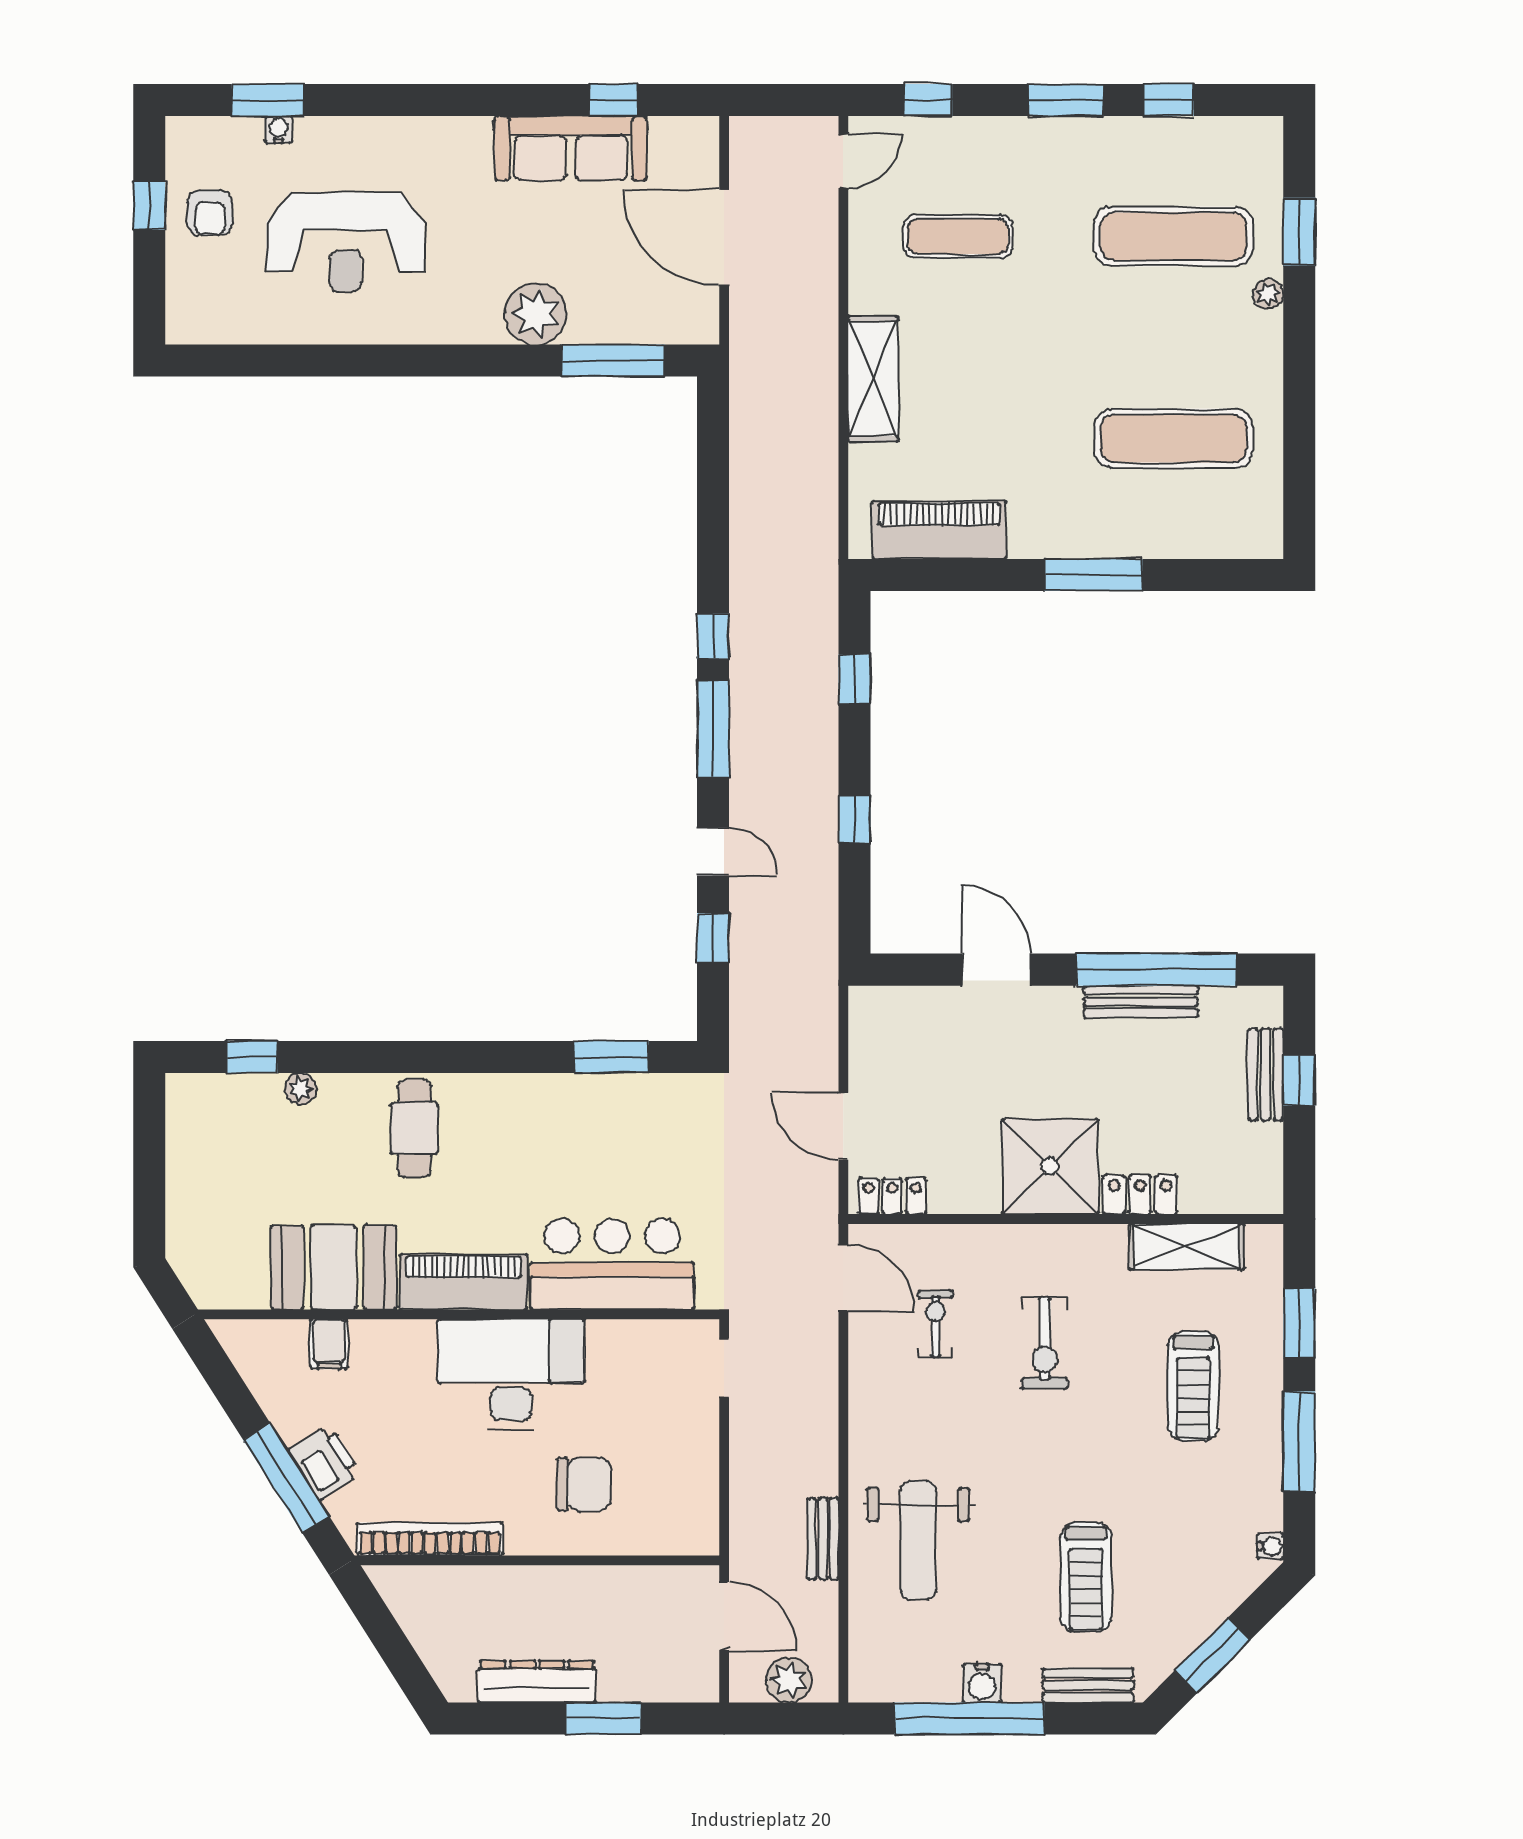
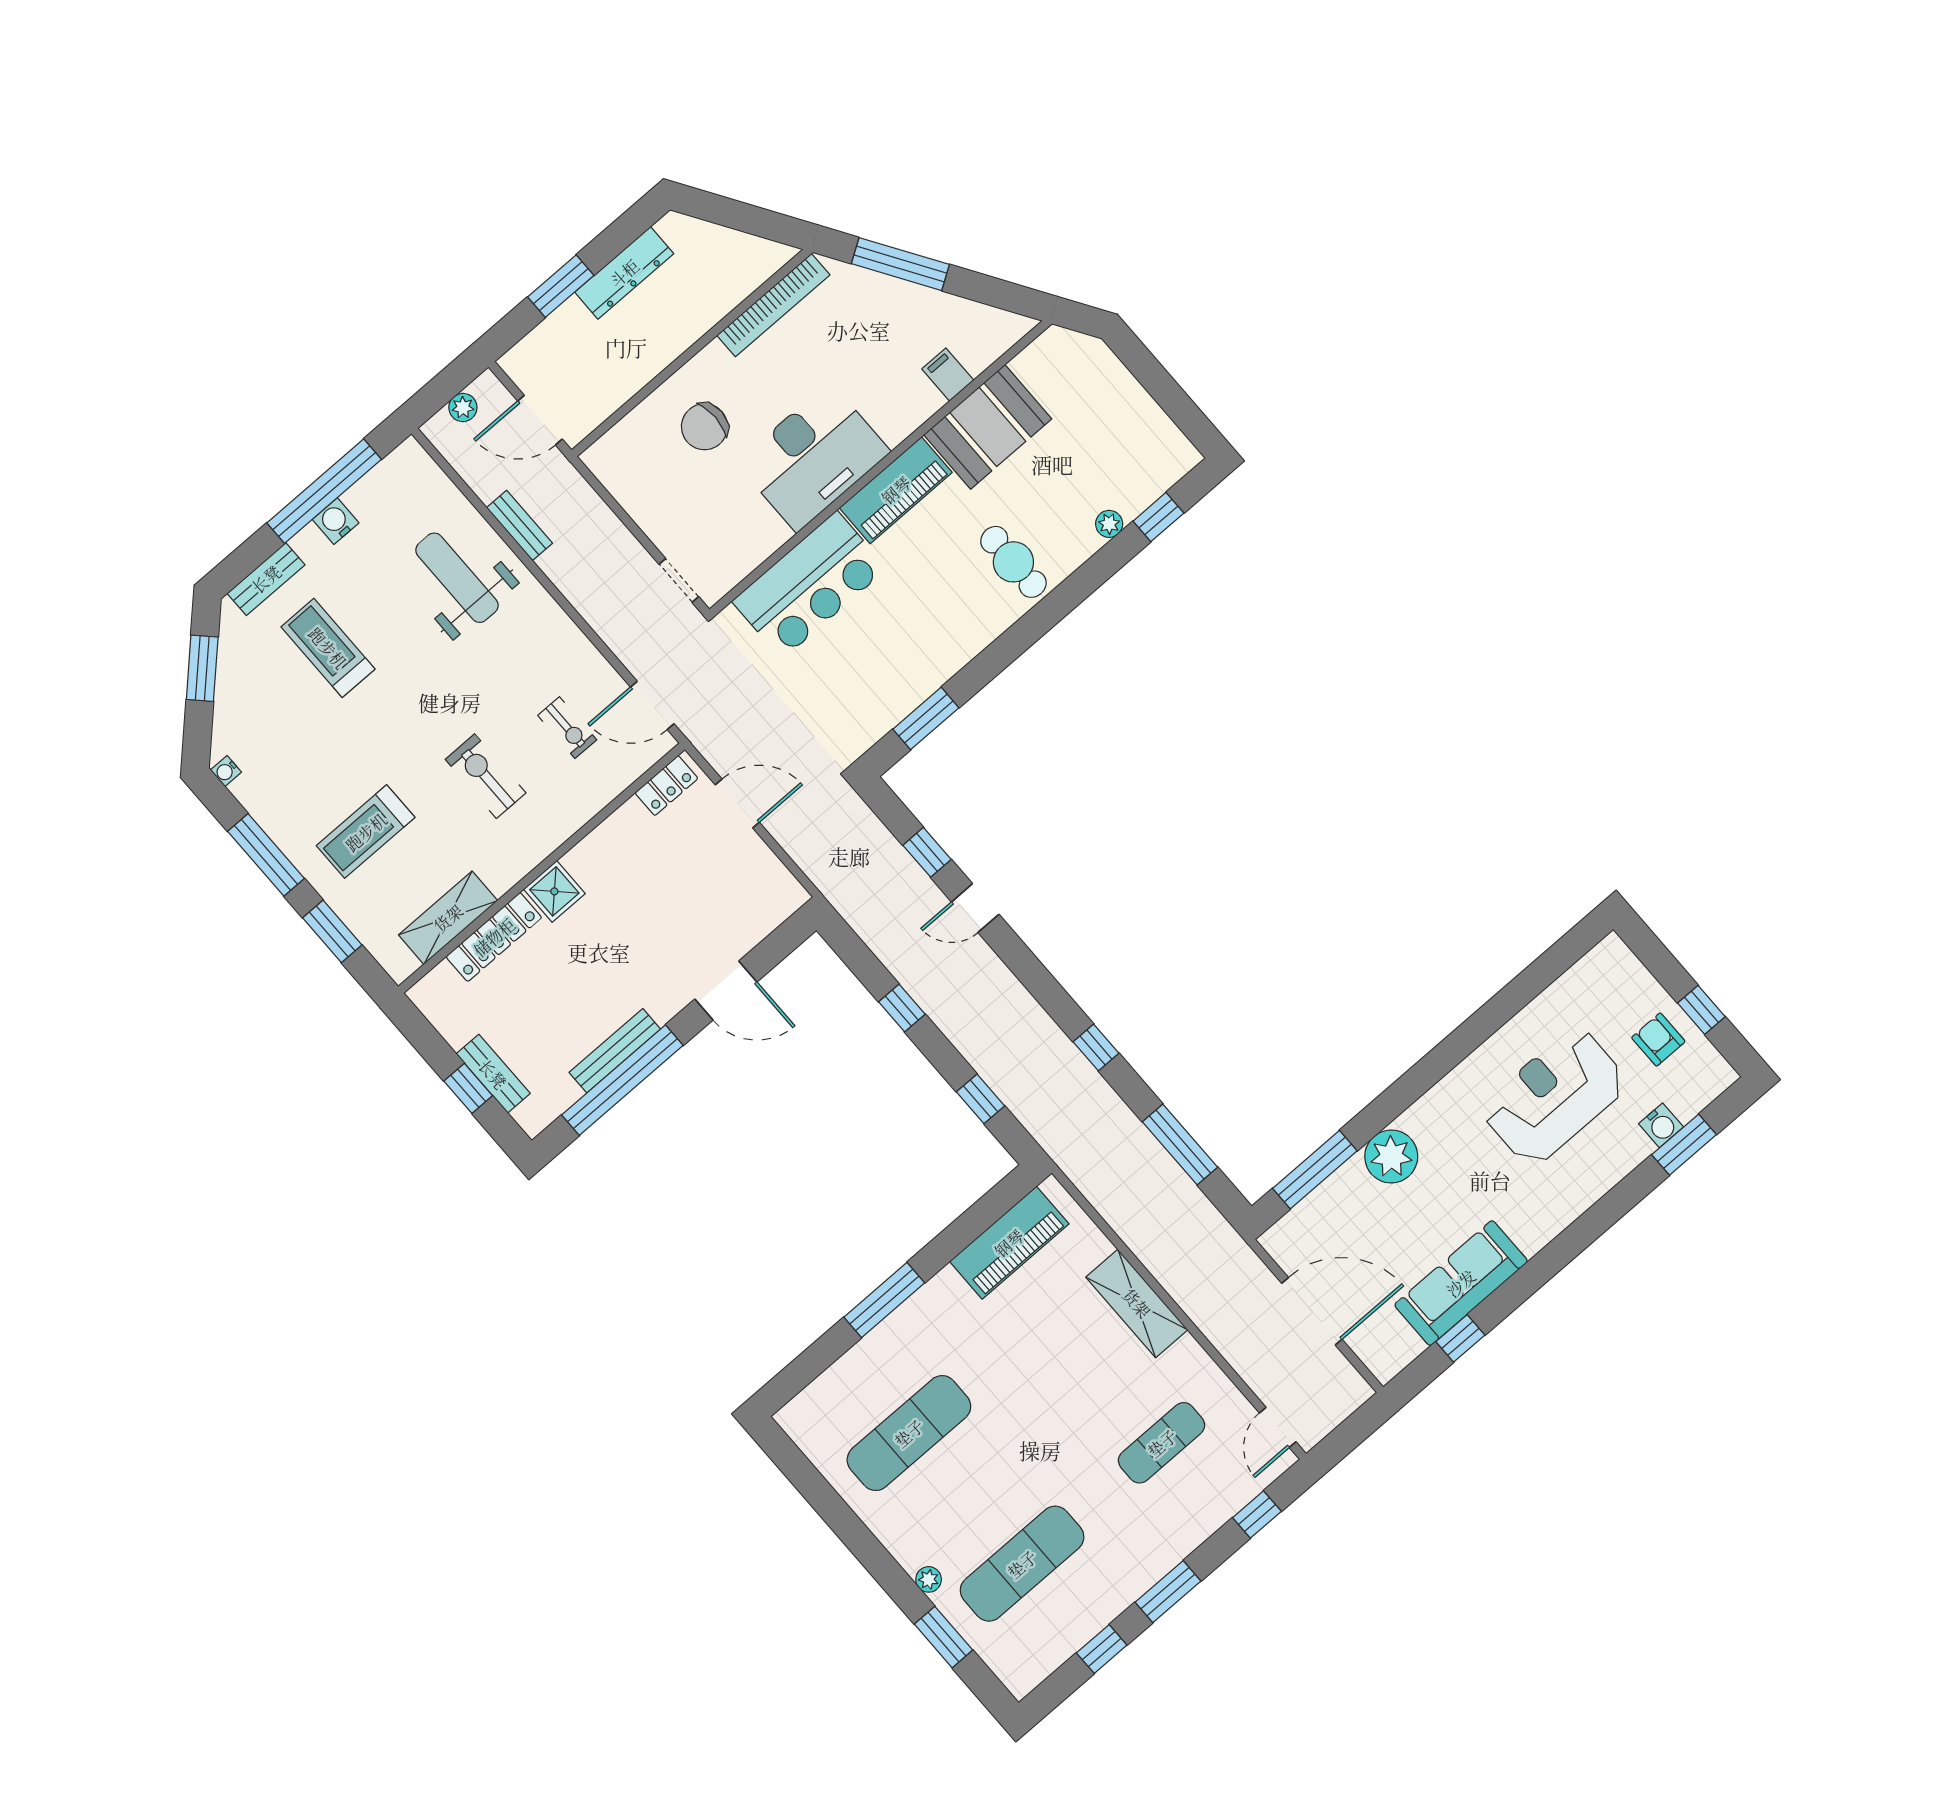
water cooler: (279, 129) -> (1661, 1125), width x1.38, depth x1.38
window: (713, 729) -> (1180, 1144), moved
shower: (1050, 1166) -> (554, 891), width x0.54, depth x0.54
locker: (1140, 1195) -> (494, 937), width x1.53
treadmill: (1193, 1386) -> (366, 832), turned -90
printer: (324, 1462) -> (885, 296), removed
plant: (789, 1680) -> (463, 408), width x0.73, depth x0.73

